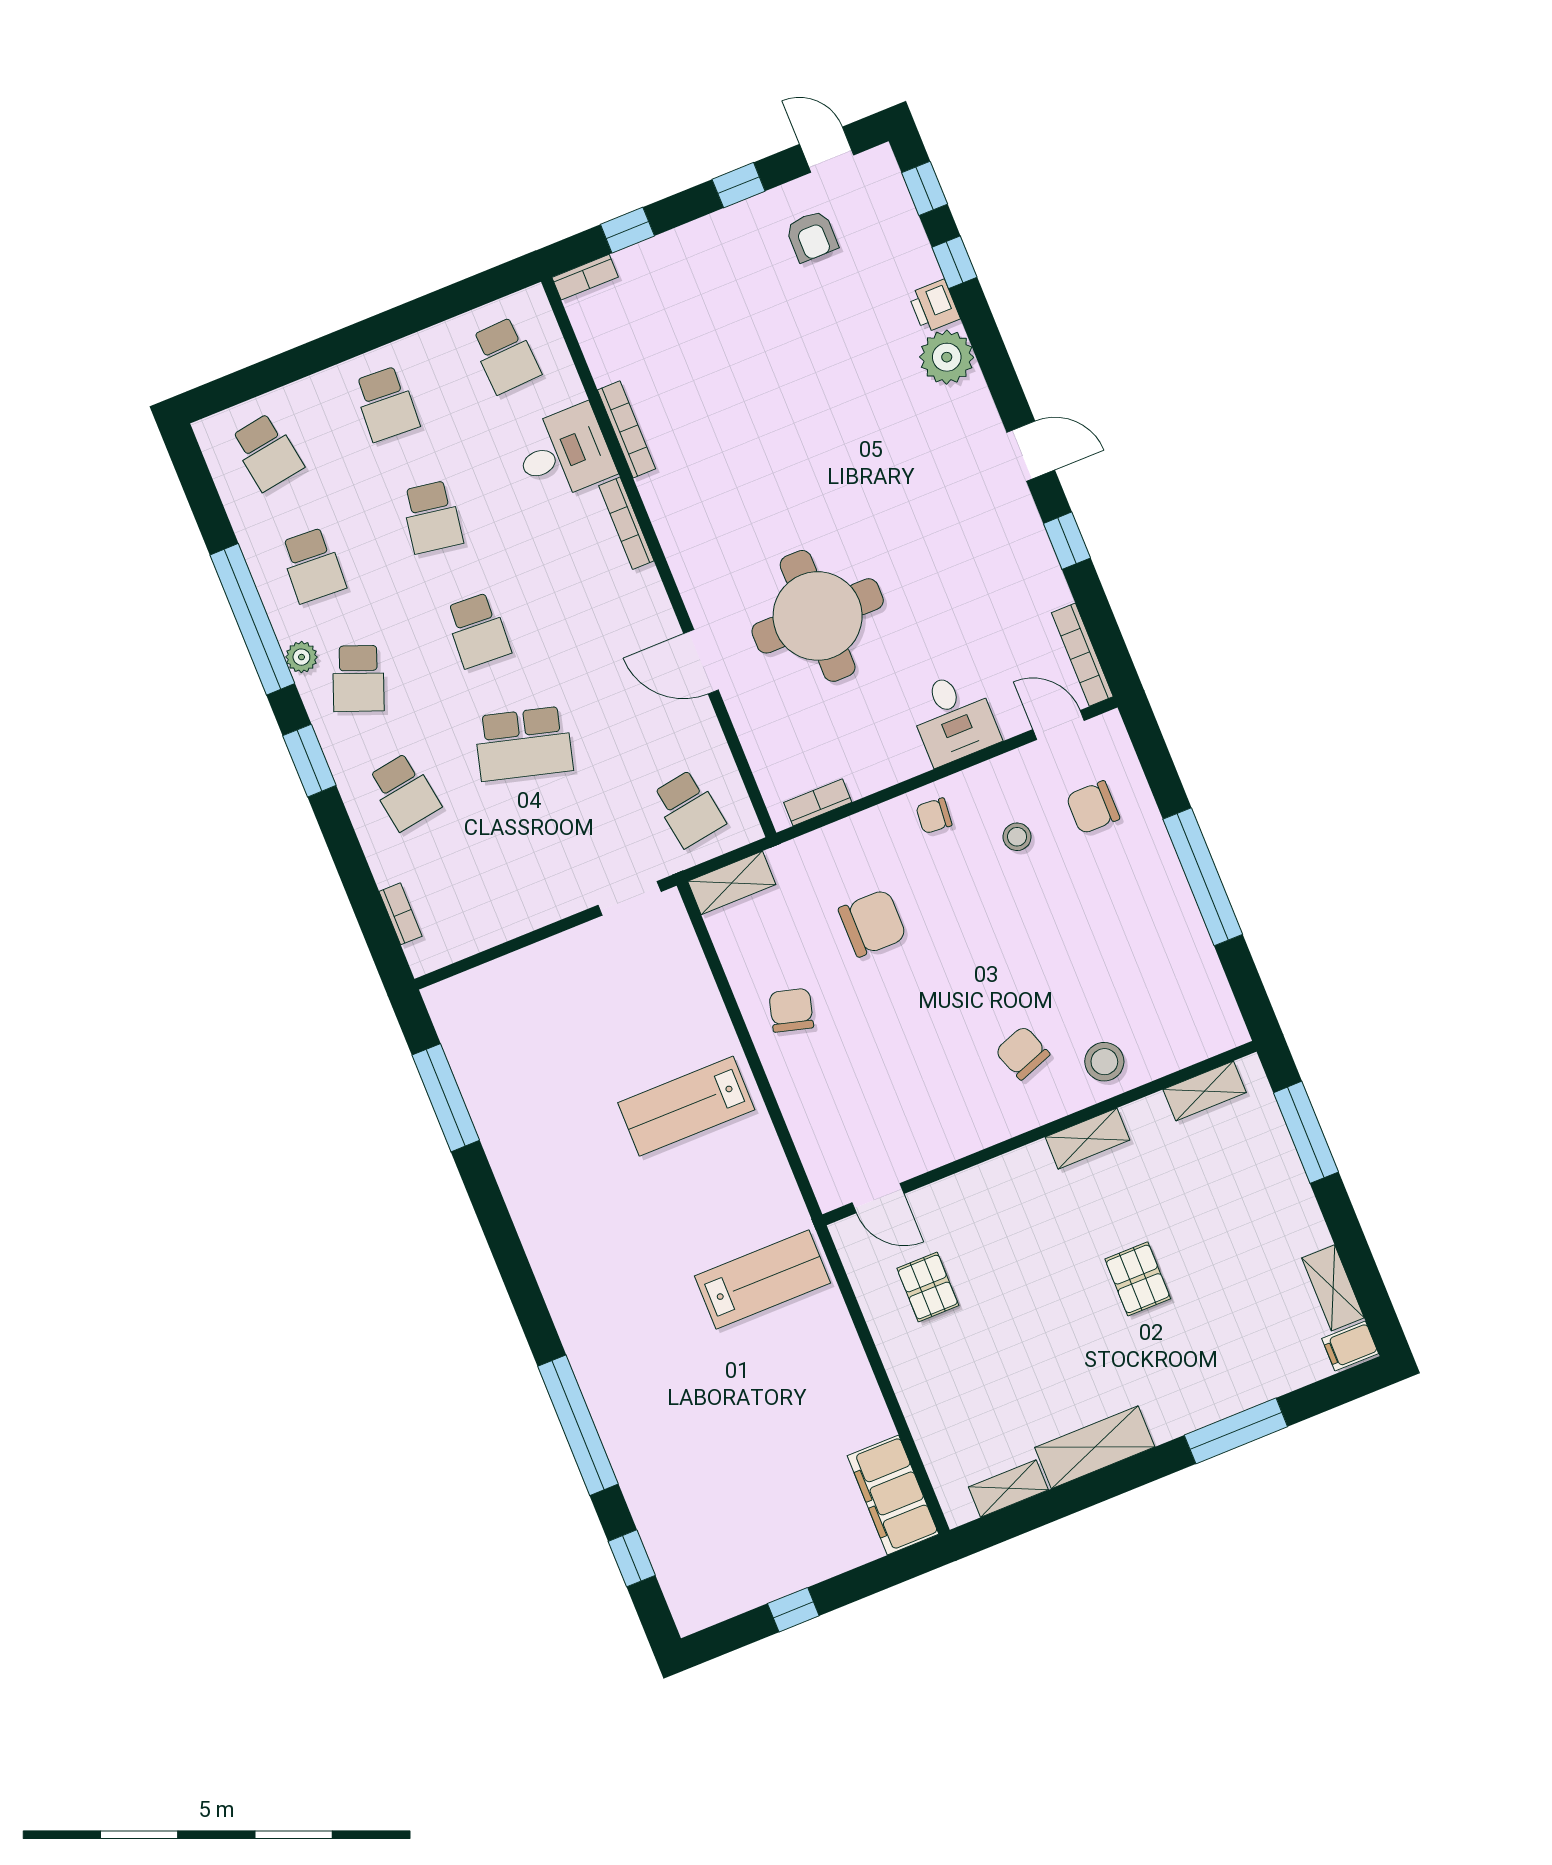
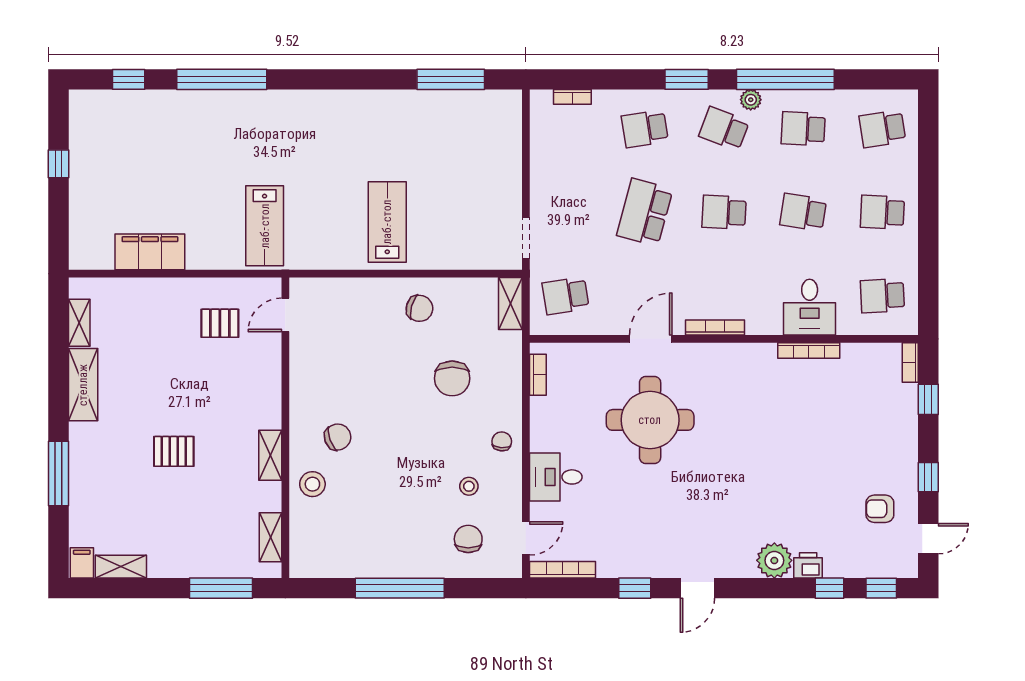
bookcase: (626, 523) -> (715, 327), moved
filing cabinet: (893, 1495) -> (150, 252), moved

